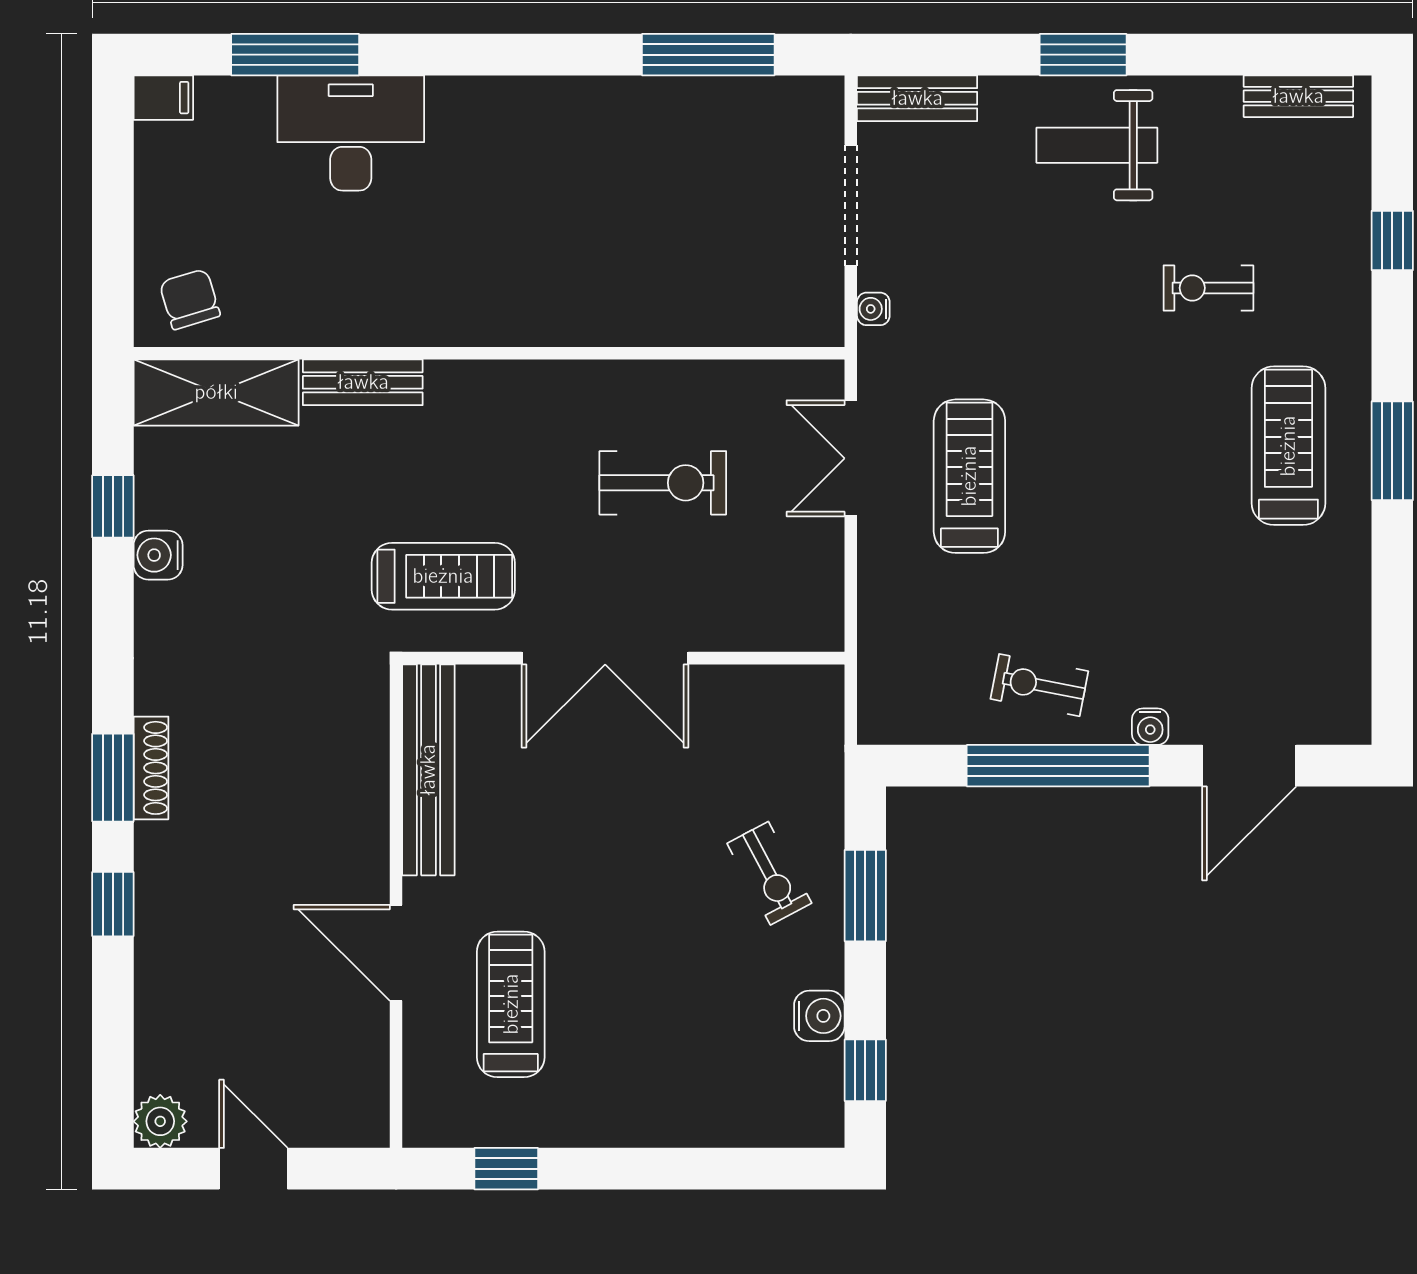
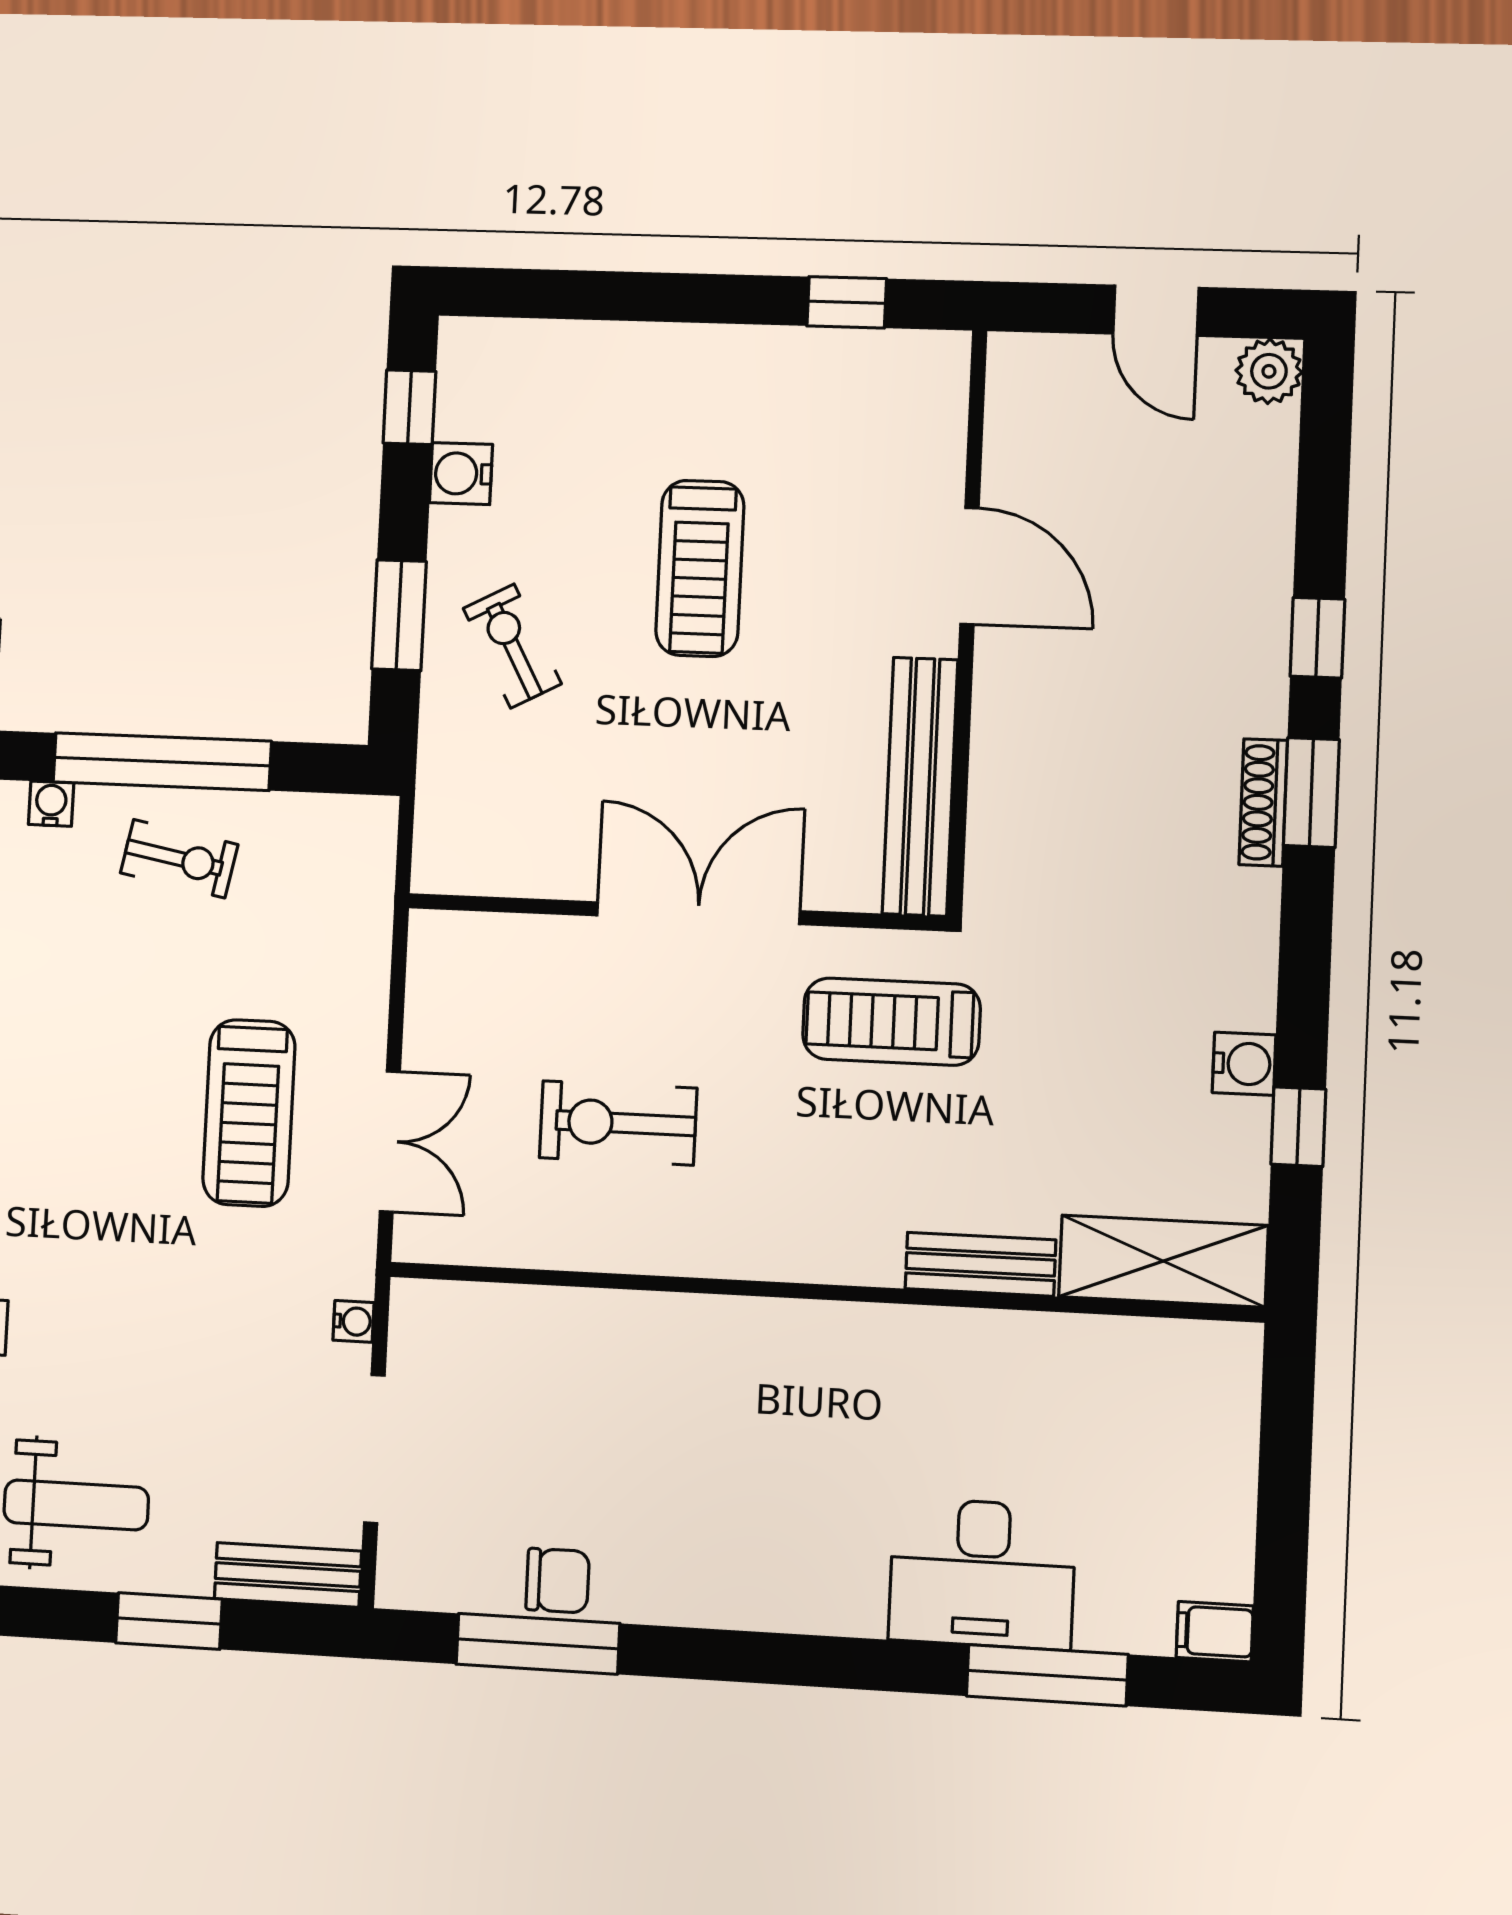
window: (1083, 55) -> (169, 1621), moved
chair: (190, 299) -> (558, 1581), moved, turned -73
treadmill: (511, 1004) -> (700, 568), moved

